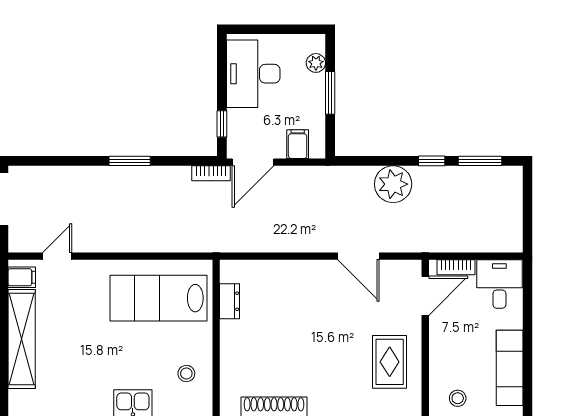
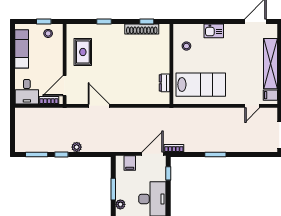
plant: (393, 184) -> (77, 147), width x0.53, depth x0.53

